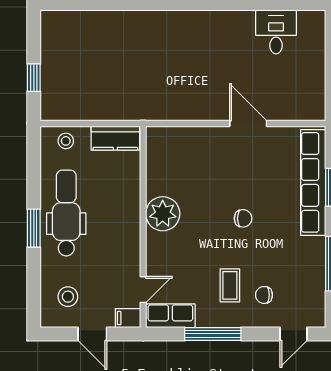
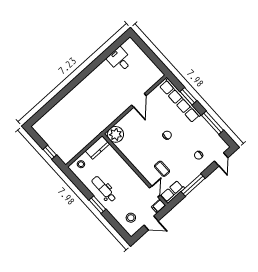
door: (248, 123) -> (139, 100), swing flipped
dental chair: (66, 213) -> (104, 189), width x0.73, depth x0.72
plant: (163, 214) -> (115, 134), moved
coffee table: (230, 285) -> (162, 169), moved

